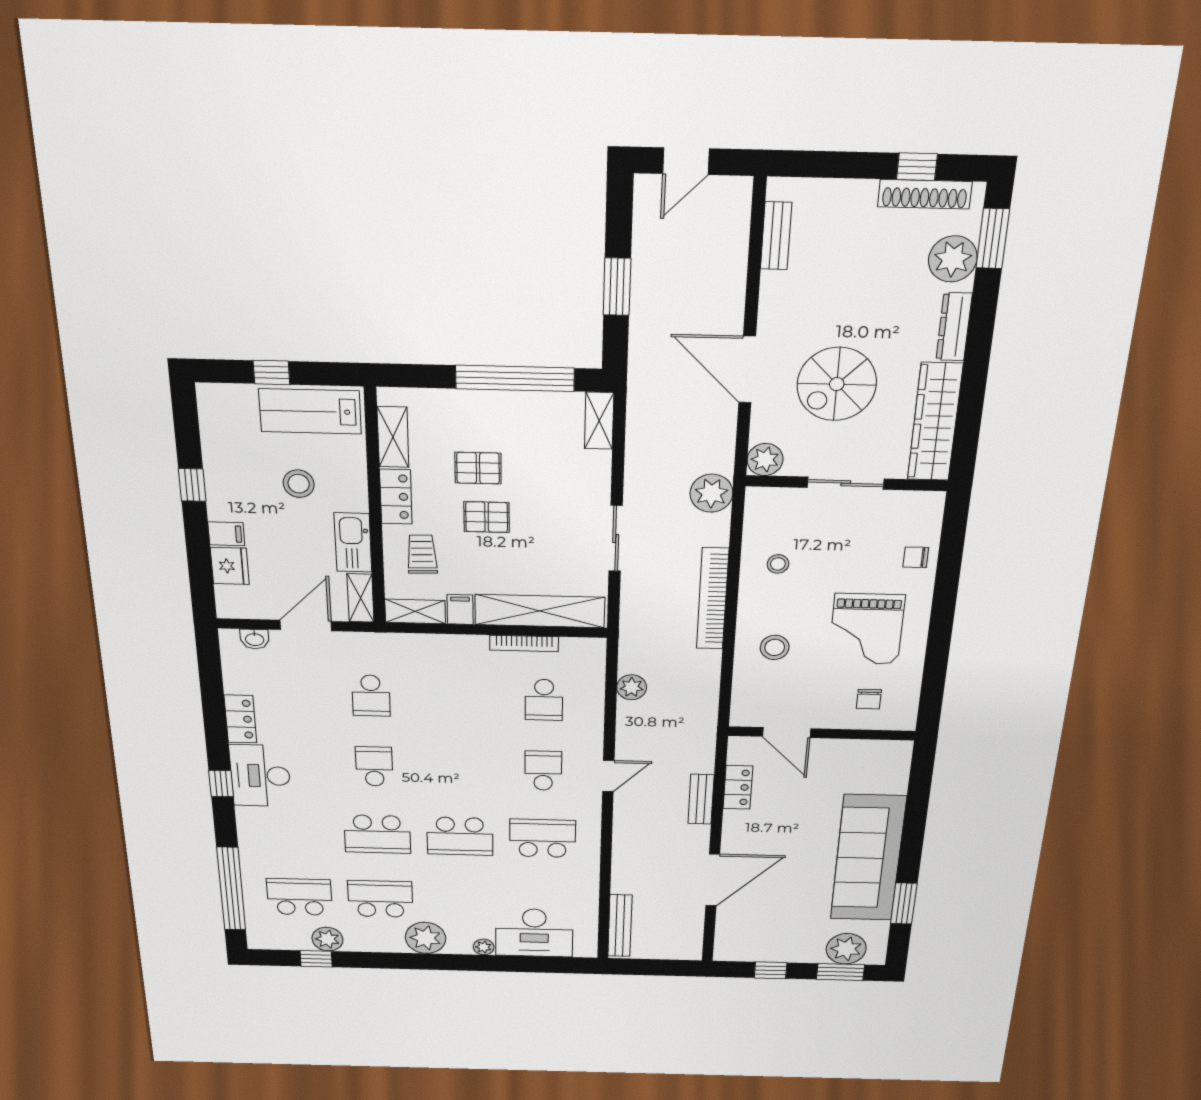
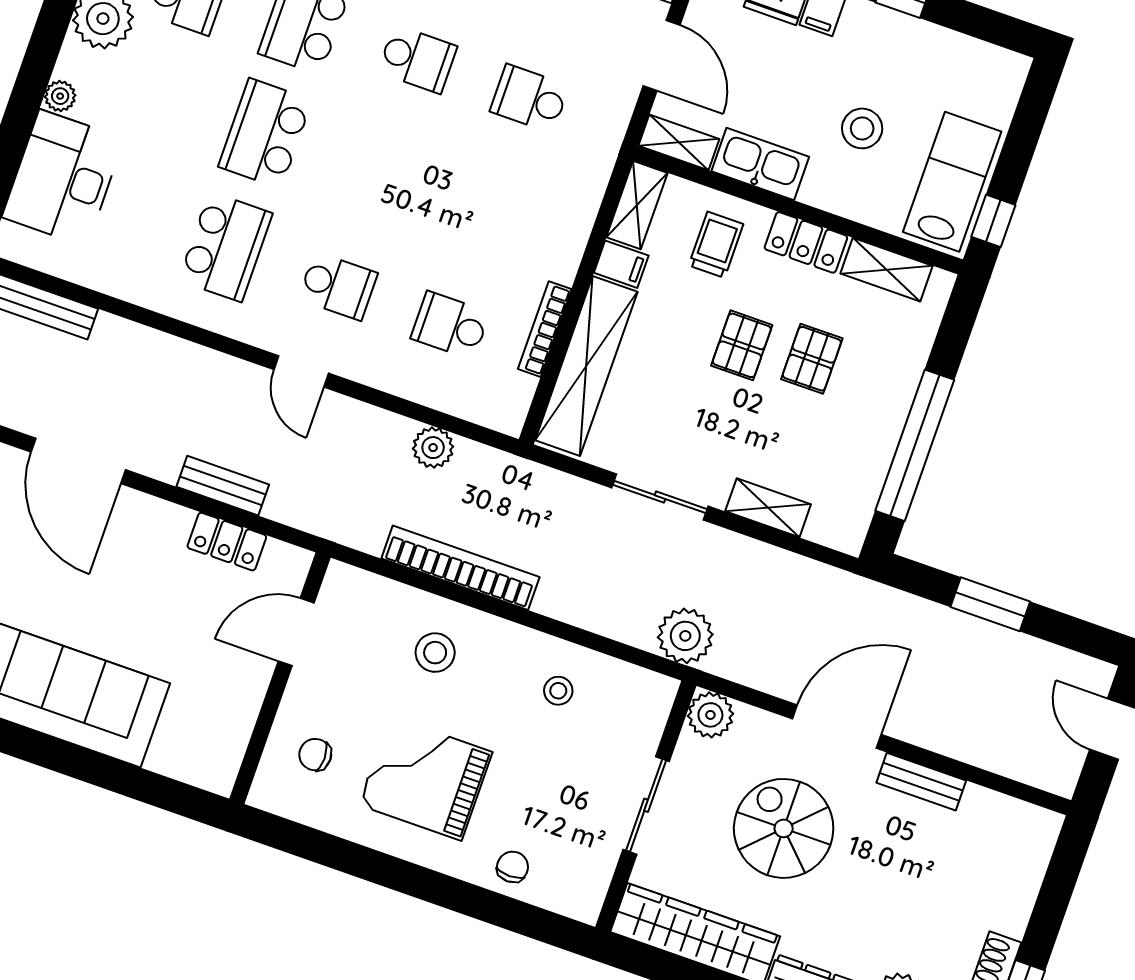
bench: (776, 236) -> (921, 782), moved
window: (271, 372) -> (993, 221), moved
shelving: (599, 421) -> (768, 508), moved
trolley: (422, 554) -> (716, 245), turned -88
bookcase: (713, 599) -> (460, 568), moved

